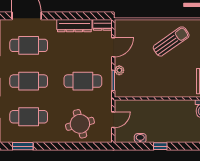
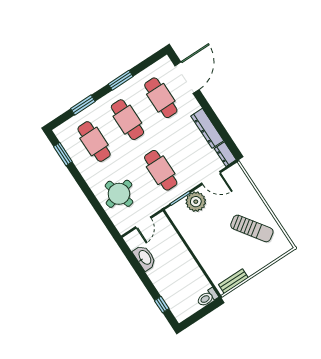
plant: (119, 70) -> (196, 202), width x1.87, depth x1.87
door: (113, 120) -> (143, 222), hinge flipped
washbasin: (140, 138) -> (145, 258), width x1.91, depth x1.45
window: (160, 146) -> (162, 305), moved

